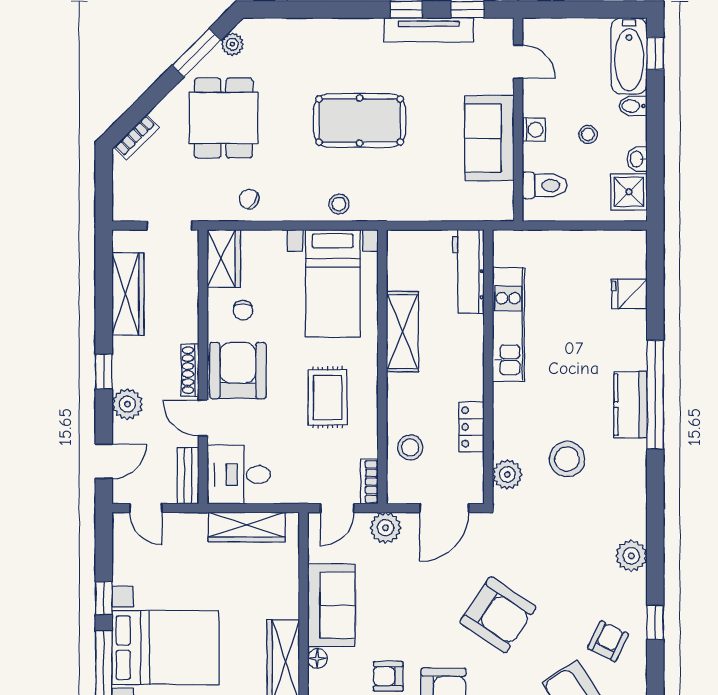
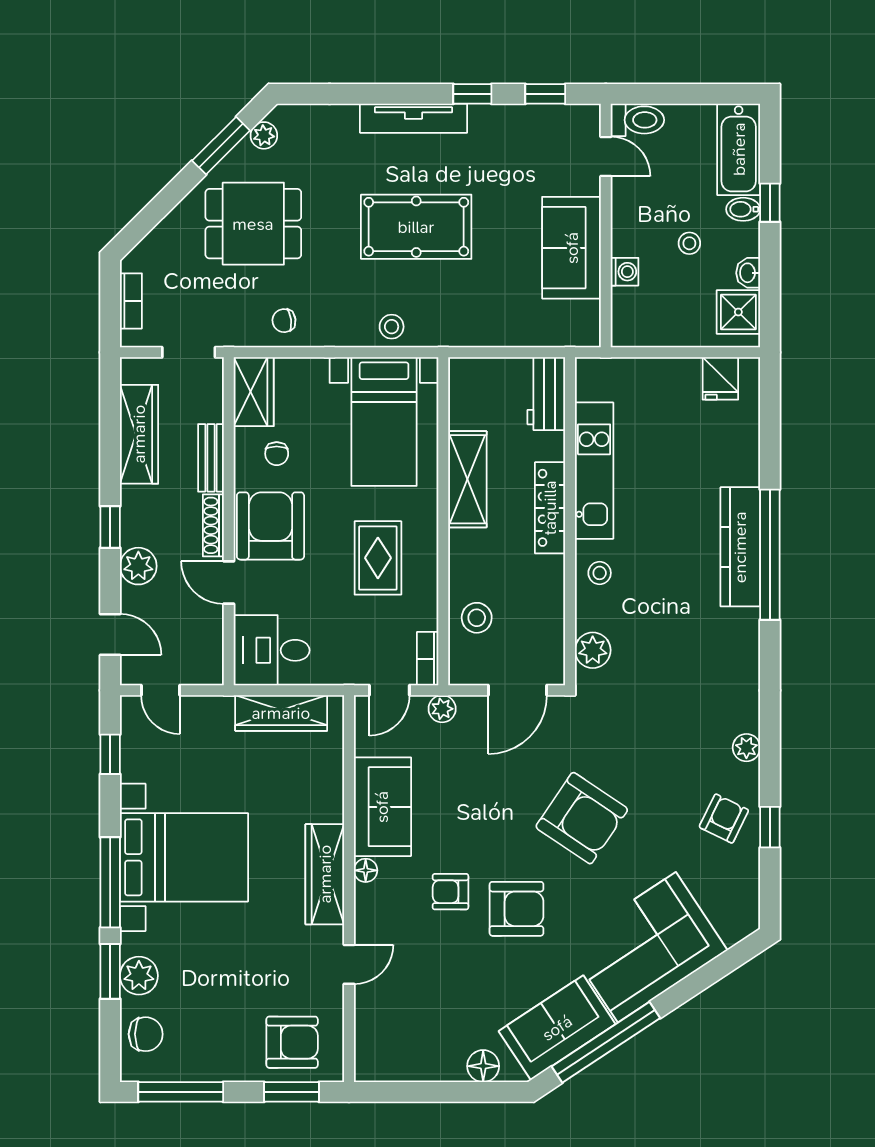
tv unit: (429, 30) -> (414, 118), moved
window: (655, 53) -> (770, 203), moved
dining table: (223, 118) -> (253, 224), turned 90
washing machine: (534, 130) -> (625, 272), moved
bookcase: (136, 137) -> (131, 301), moved, turned -45
toilet: (544, 185) -> (637, 120), moved
chair: (249, 199) -> (284, 321), turned -39
workbench: (468, 272) -> (546, 394), width x0.73
fridge: (629, 294) -> (720, 378), moved, turned -90
kitchen counter: (630, 405) -> (740, 547), width x1.50
locker: (472, 427) -> (550, 508), moved, width x1.53
stool: (567, 459) -> (600, 573), moved, width x0.53, depth x0.53
door: (104, 461) -> (110, 634), hinge flipped
bench: (188, 476) -> (211, 458), moved
plant: (386, 528) -> (442, 709), width x0.73, depth x0.73
plant: (631, 556) -> (746, 748), width x0.73, depth x0.73
window: (104, 598) -> (110, 754), moved
armchair: (608, 641) -> (724, 819), moved

